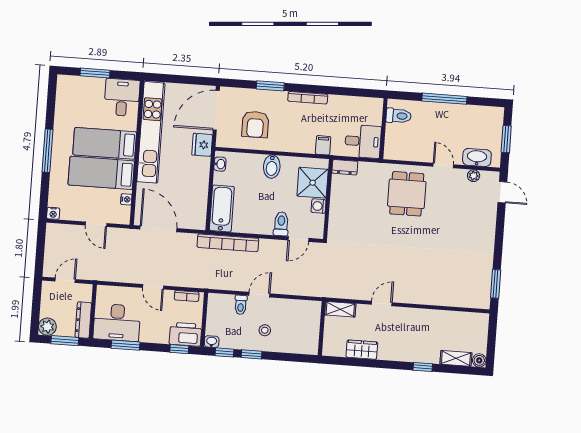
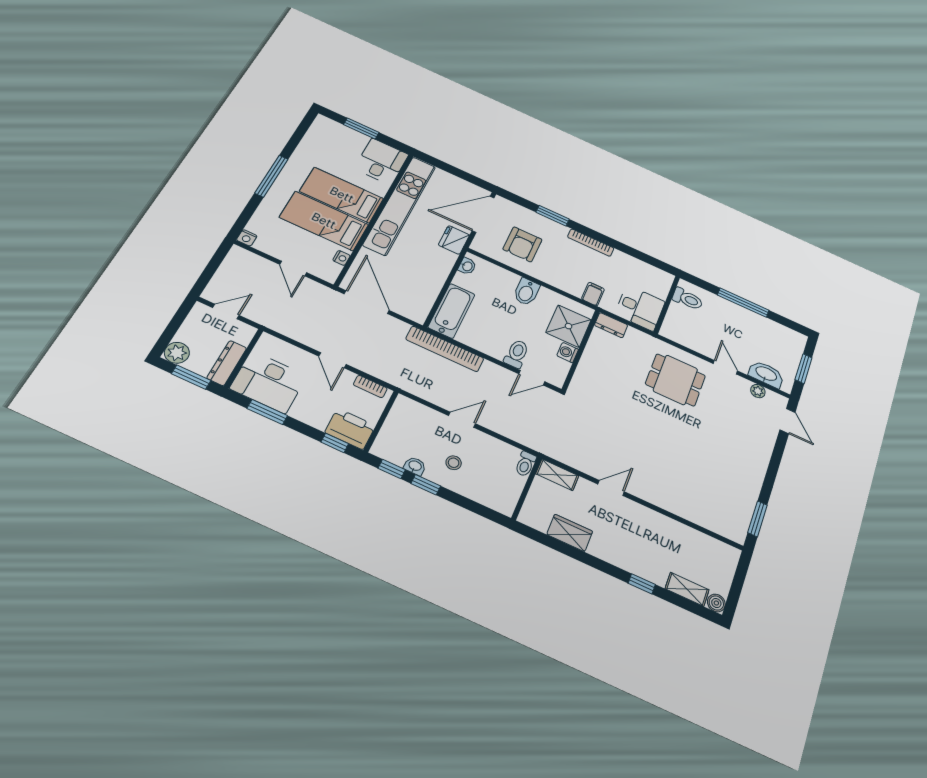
dining table: (407, 194) -> (675, 380), turned 90
toilet: (241, 305) -> (525, 464), moved
washbasin: (212, 342) -> (415, 466), moved

